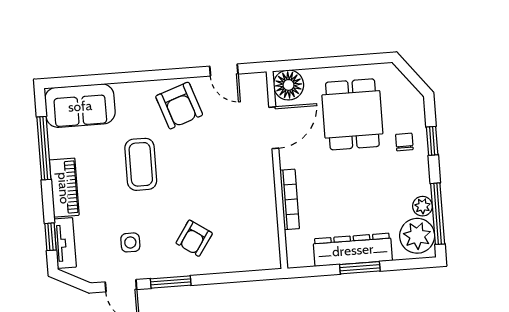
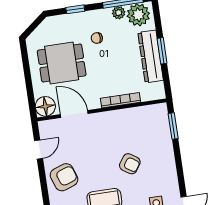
chair: (404, 142) -> (97, 38), moved
armchair: (194, 238) -> (130, 164), moved
window: (171, 282) -> (173, 126), moved

